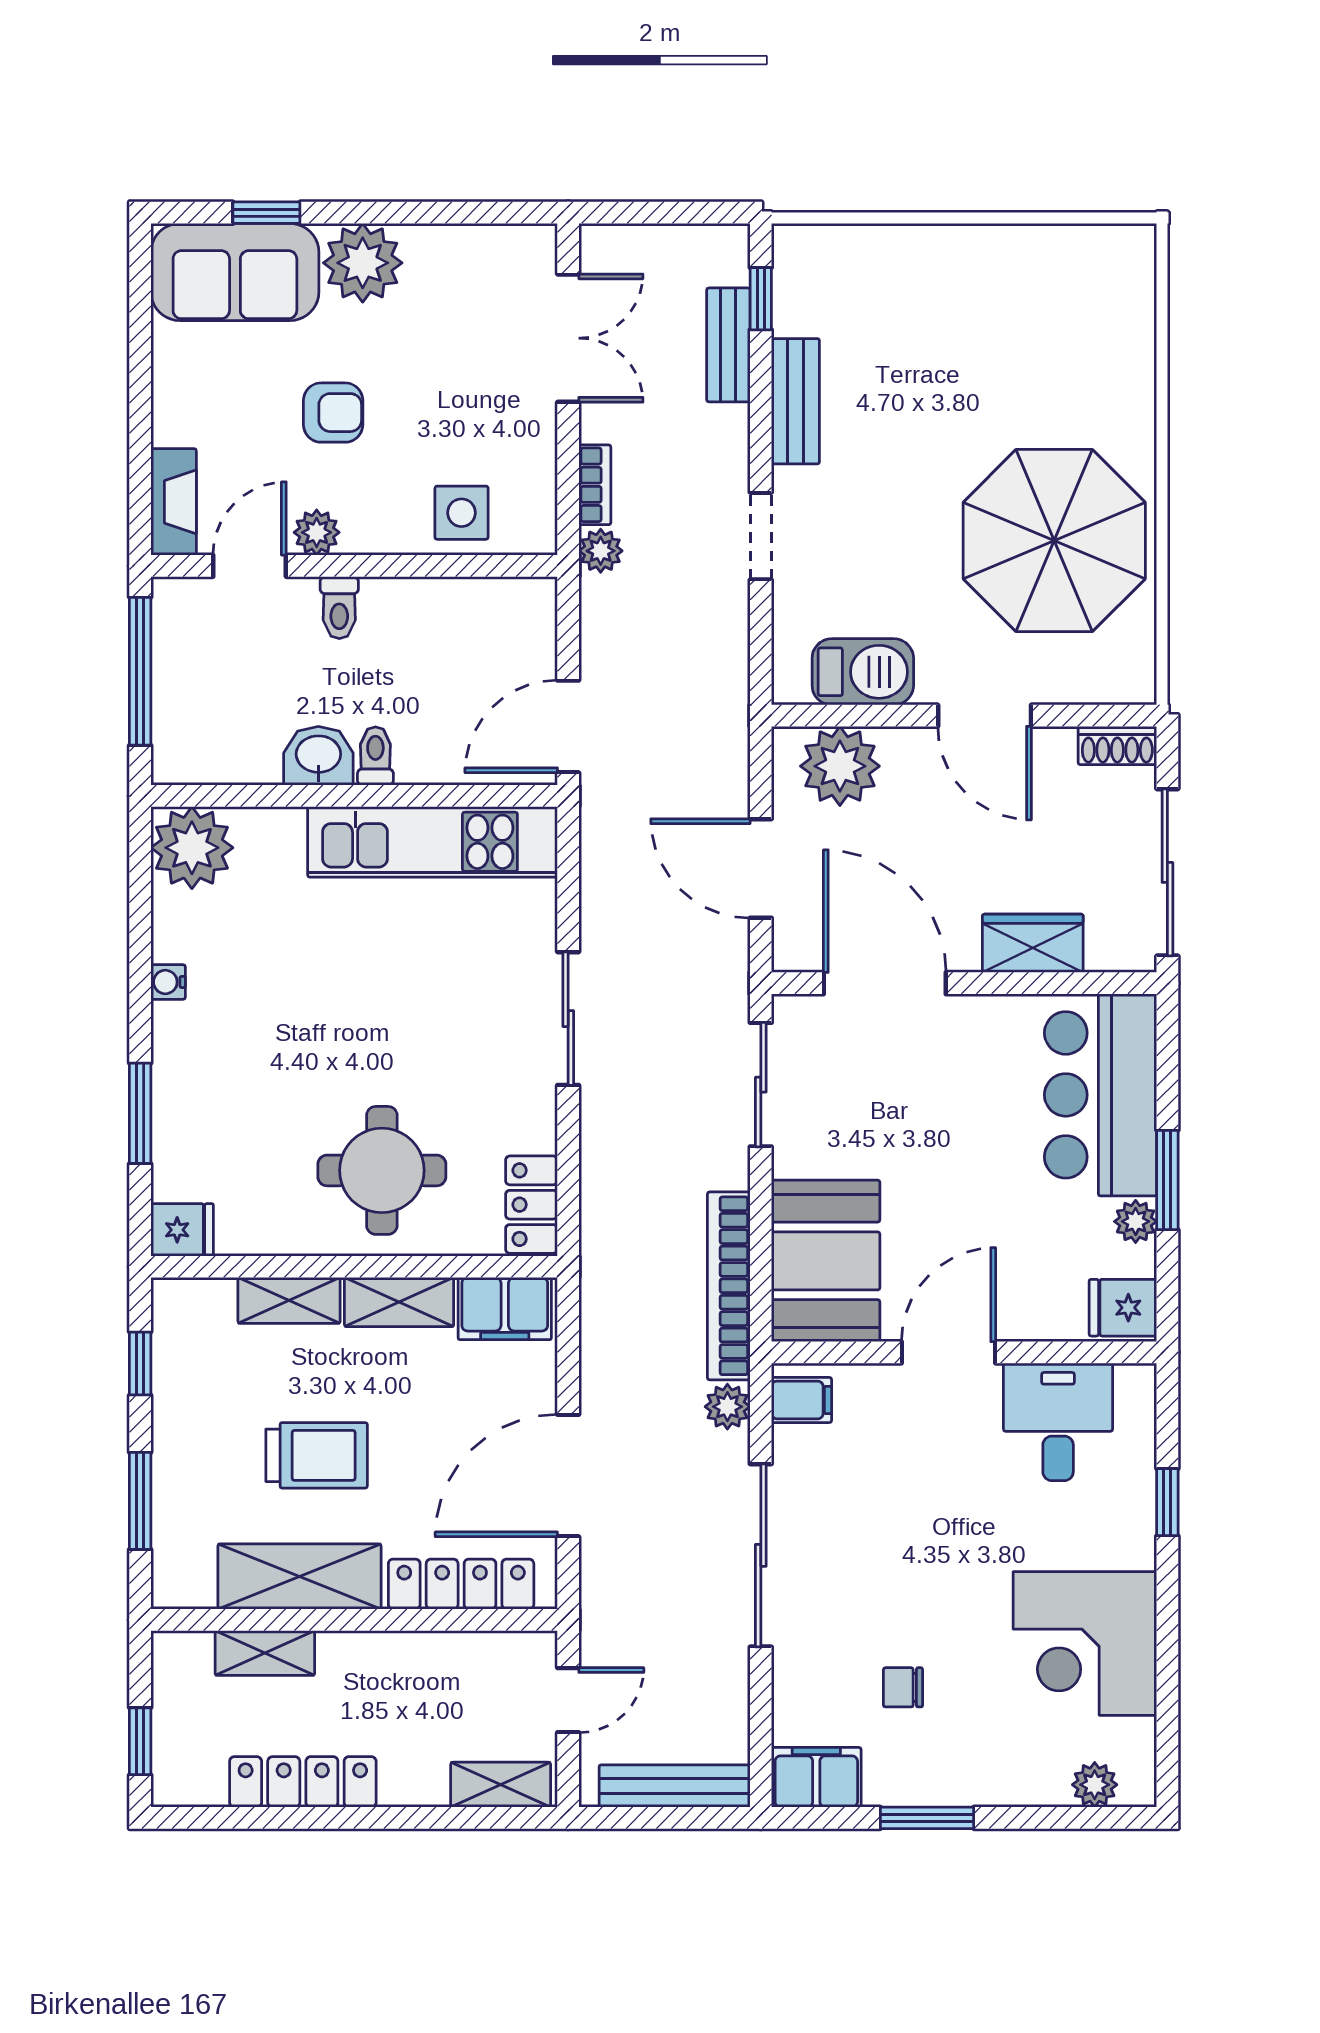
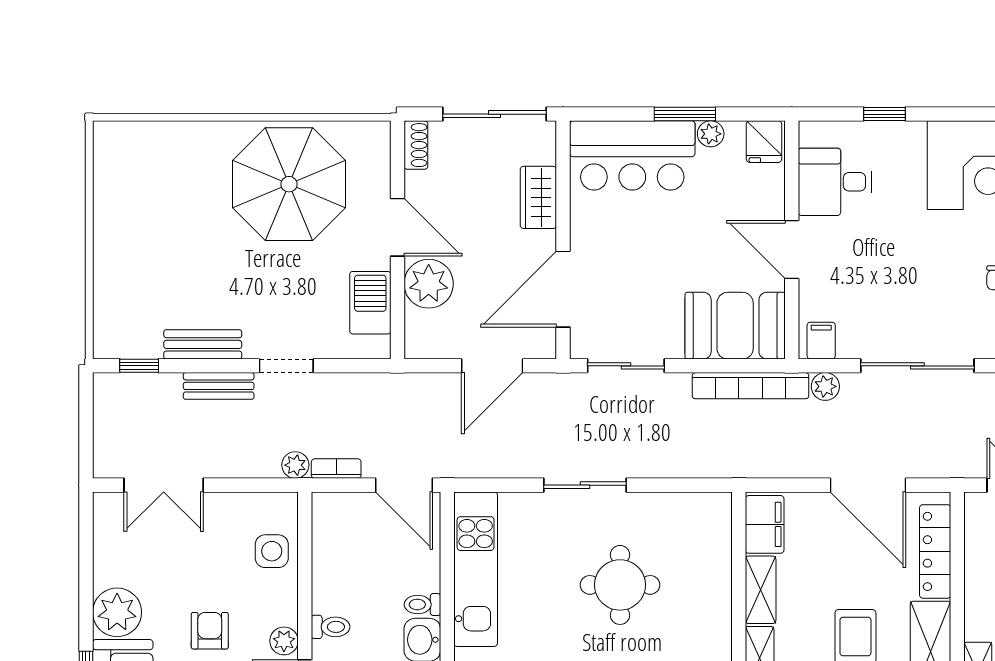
double door: (568, 338) -> (164, 485), swing flipped
bench: (728, 345) -> (219, 386), moved
bookcase: (595, 485) -> (336, 469), moved
door: (985, 716) -> (397, 227), hinge flipped
plant: (840, 766) -> (429, 284), moved
round table: (382, 1170) -> (620, 585), moved
locker: (531, 1205) -> (700, 508), removed

